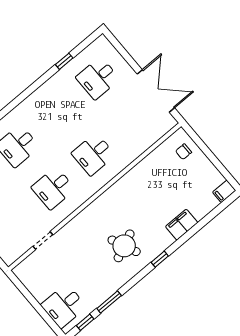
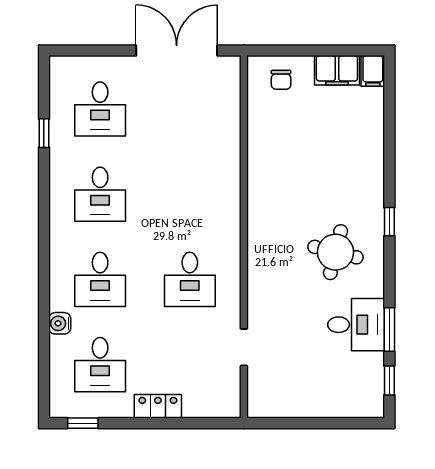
desk: (93, 154) -> (100, 194), moved
filing cabinet: (182, 225) -> (337, 70), moved, turned -90
round table: (124, 246) -> (336, 252), turned 38
desk: (64, 306) -> (356, 325), moved, turned -90

